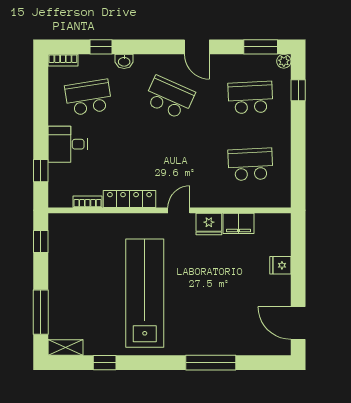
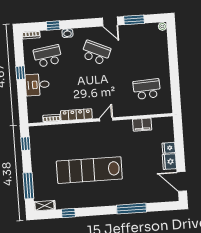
window: (261, 47) -> (134, 20), moved
window: (298, 90) -> (172, 43), removed
school desk: (250, 97) -> (144, 49), removed
window: (41, 171) -> (20, 73), moved
fridge: (209, 224) -> (169, 162), moved, turned 90
lab bench: (145, 293) -> (89, 170), turned -90

